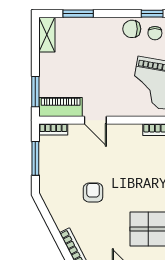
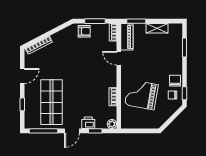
shelving: (47, 35) -> (157, 28), moved
door: (95, 120) -> (119, 58), hinge flipped
armchair: (93, 193) -> (84, 31), moved

